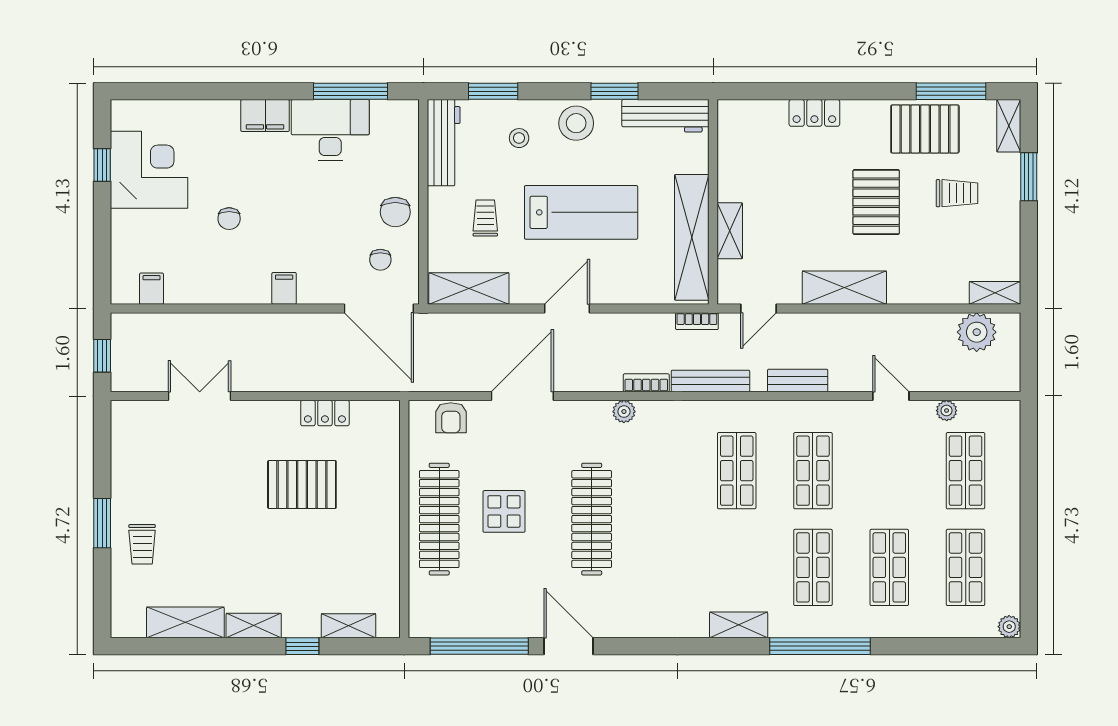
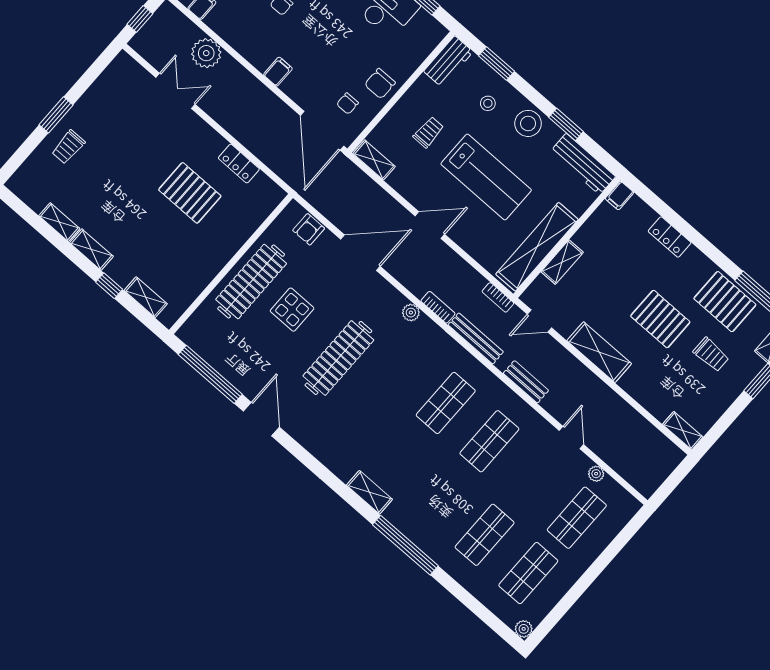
filing cabinet: (729, 115) -> (620, 196), added
workbench: (444, 143) -> (448, 61), width x0.73
pallet: (876, 202) -> (660, 319), turned 90
shelving: (469, 288) -> (374, 160), width x0.67, depth x0.75
plant: (977, 332) -> (206, 53), moved
shop shelf: (813, 567) -> (441, 497), removed
shelving: (185, 622) -> (59, 222), width x0.67, depth x0.75

